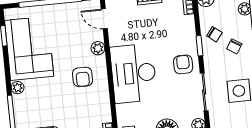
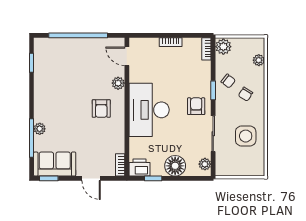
corner sofa: (29, 48) -> (54, 77), removed
plant: (18, 88) -> (40, 129), moved

